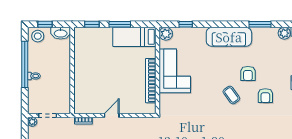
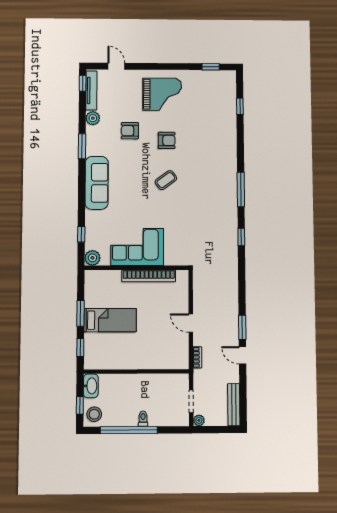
bed: (134, 37) -> (110, 320), moved, turned -90
armchair: (248, 73) -> (130, 131), moved, turned 180

